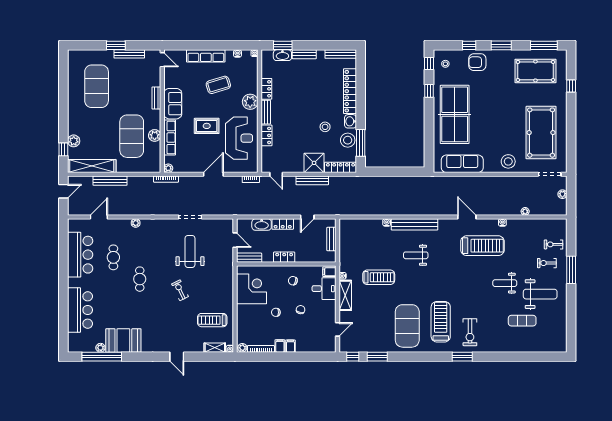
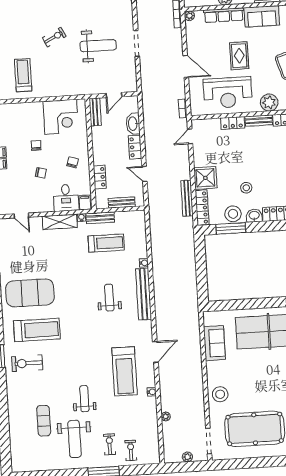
sofa: (462, 164) -> (214, 343), width x0.73
bench: (312, 180) -> (187, 198), moved
locker: (284, 257) -> (100, 177), moved
bench: (344, 259) -> (100, 218), added
treadmill: (379, 277) -> (106, 243), moved, turned -90

